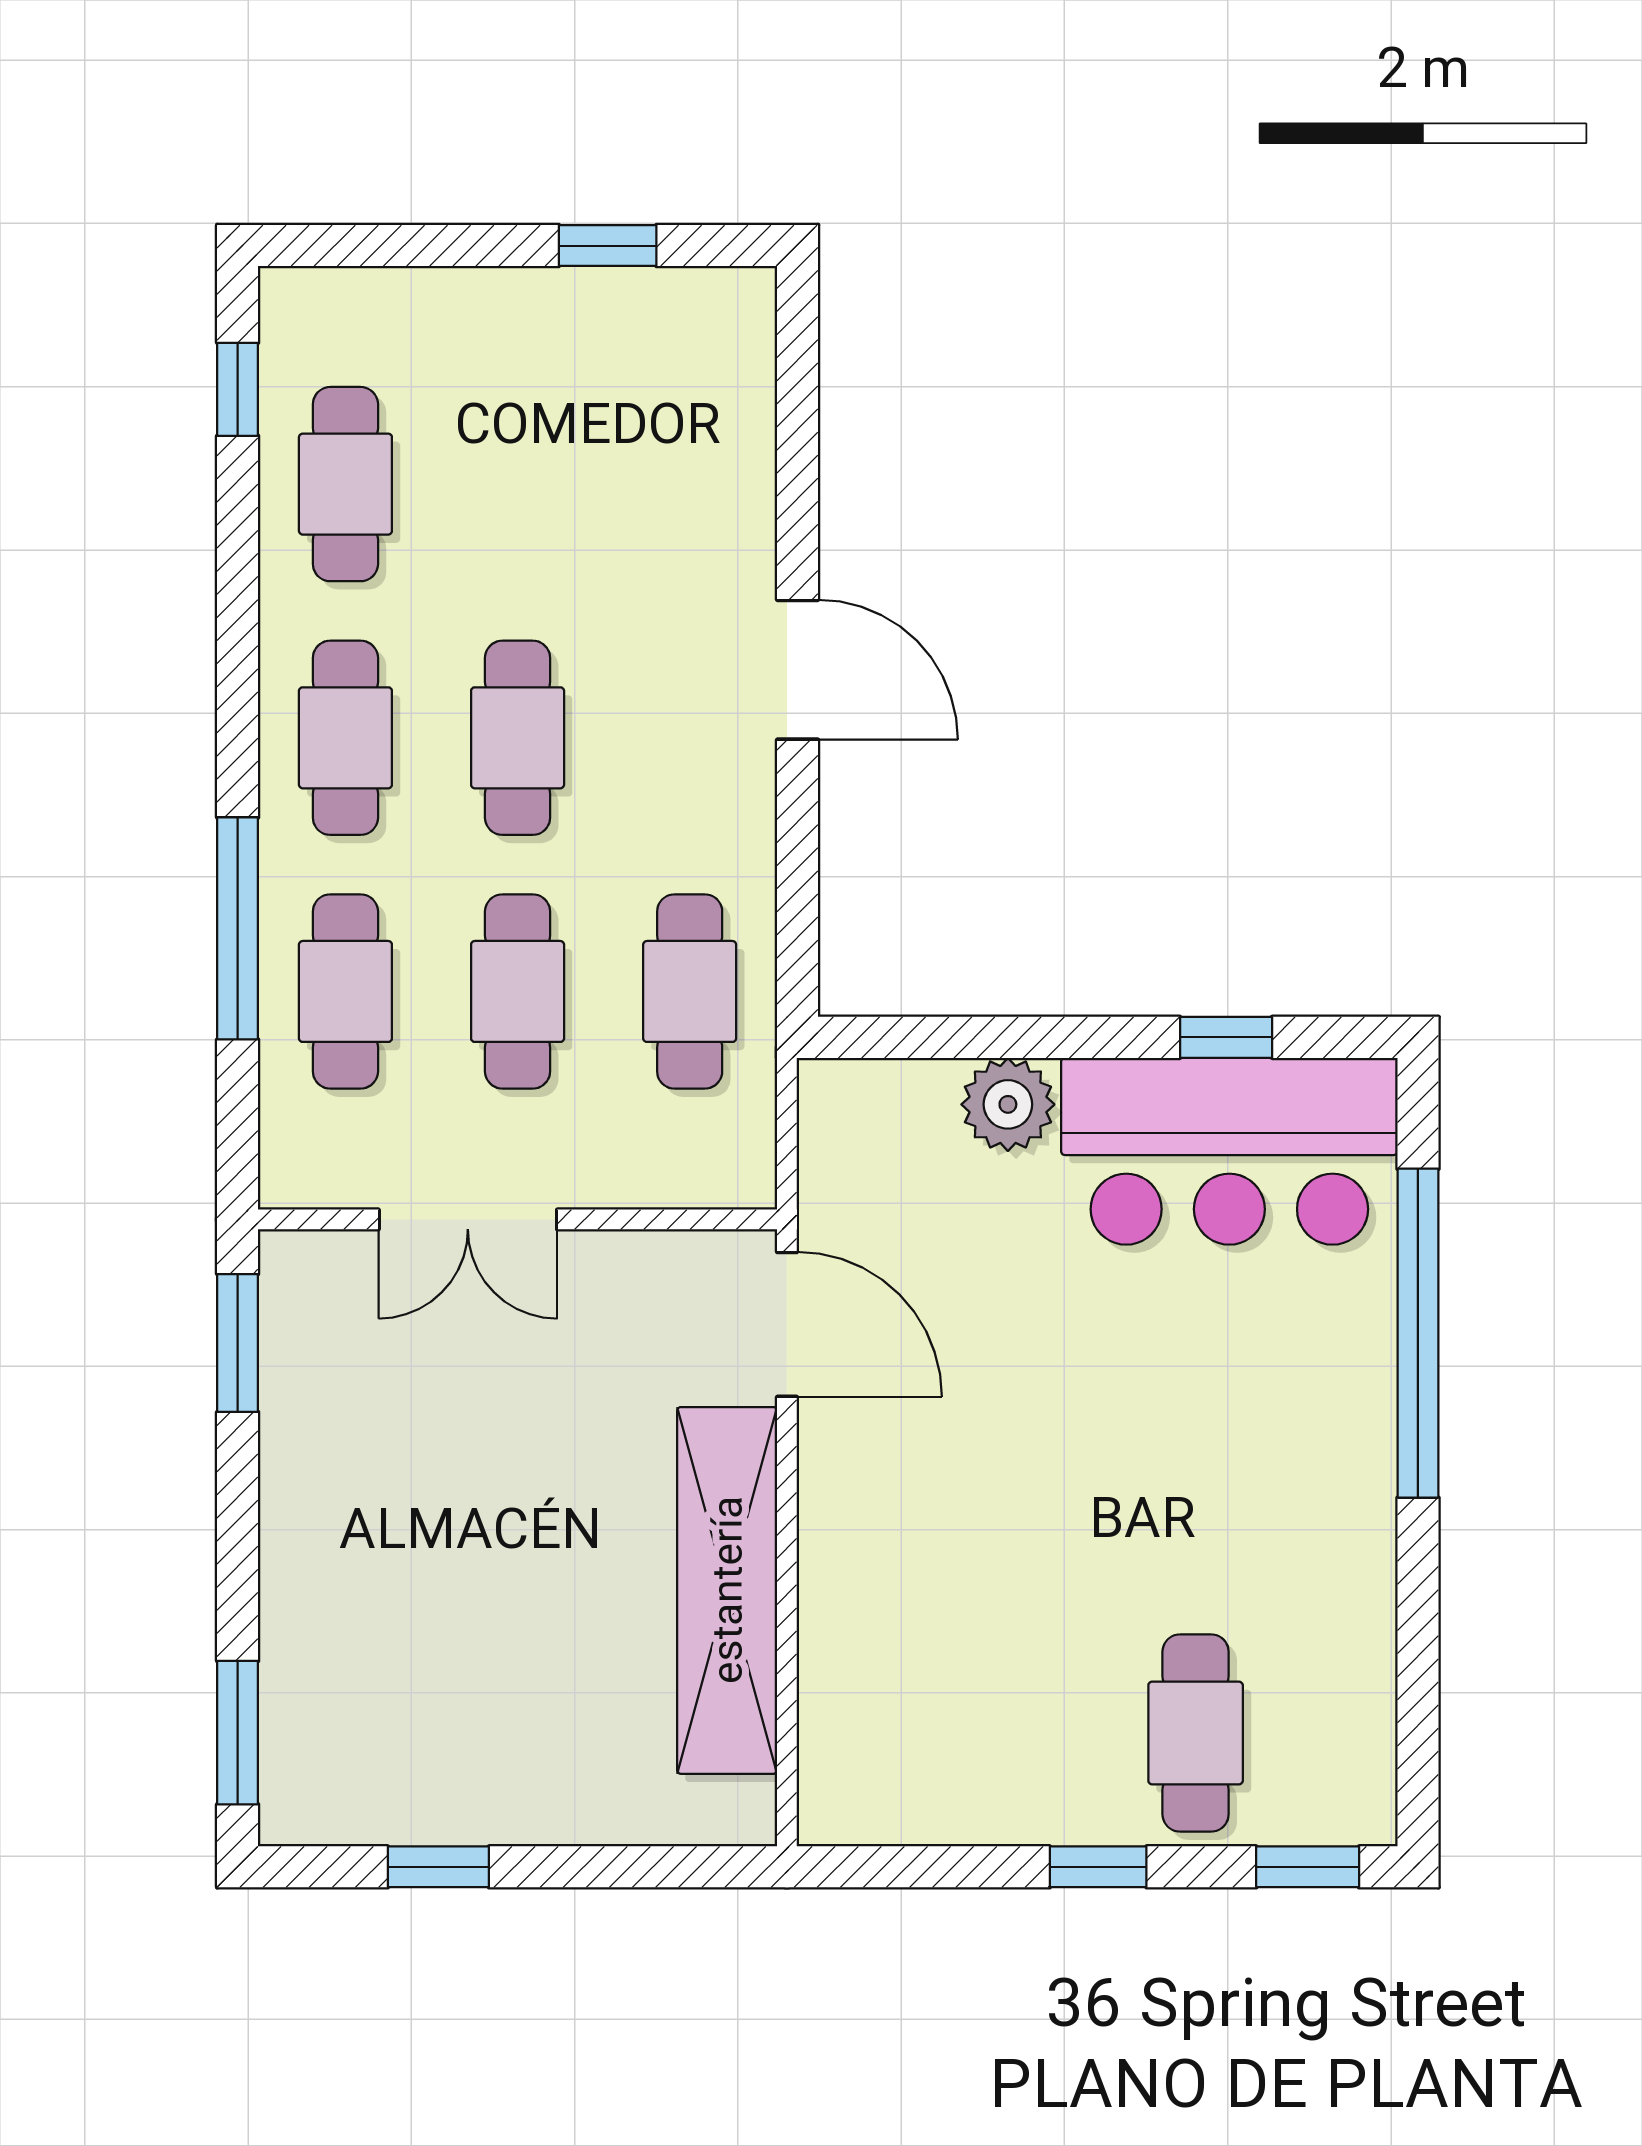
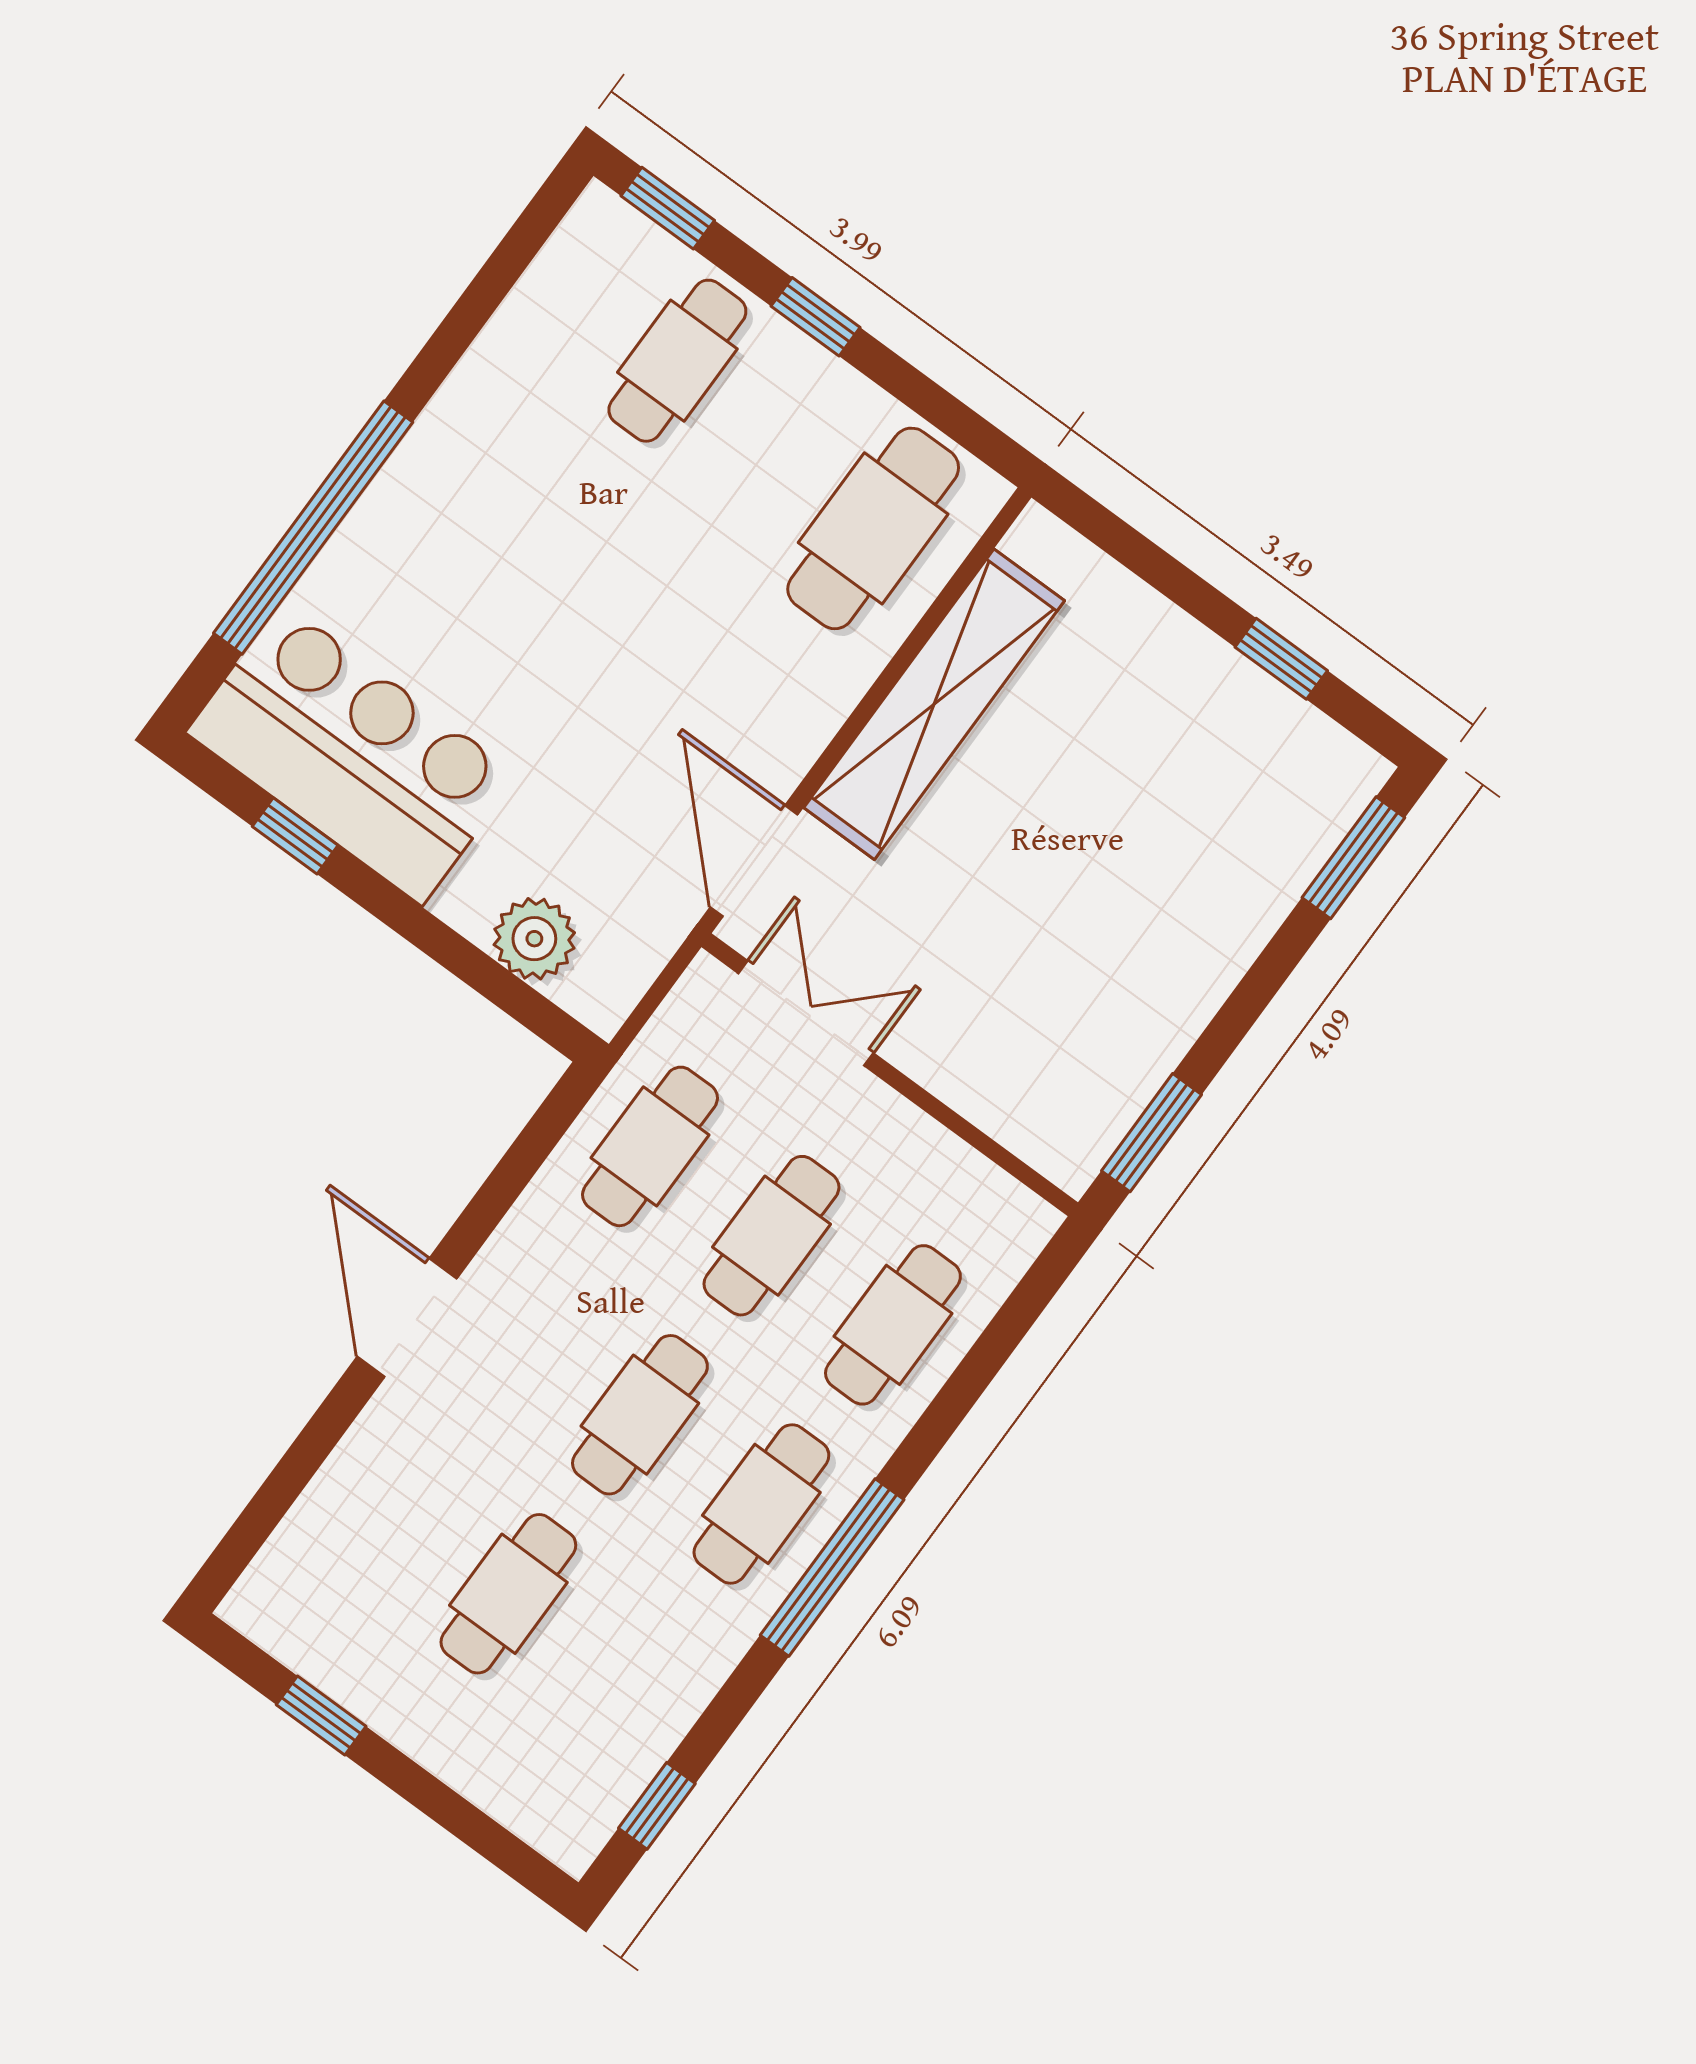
cafe table: (345, 484) -> (508, 1594), moved
window: (238, 928) -> (832, 1567), moved
plant: (1008, 1104) -> (534, 939), moved
double door: (468, 1219) -> (806, 1013), moved
cafe table: (902, 1711) -> (873, 528), added

